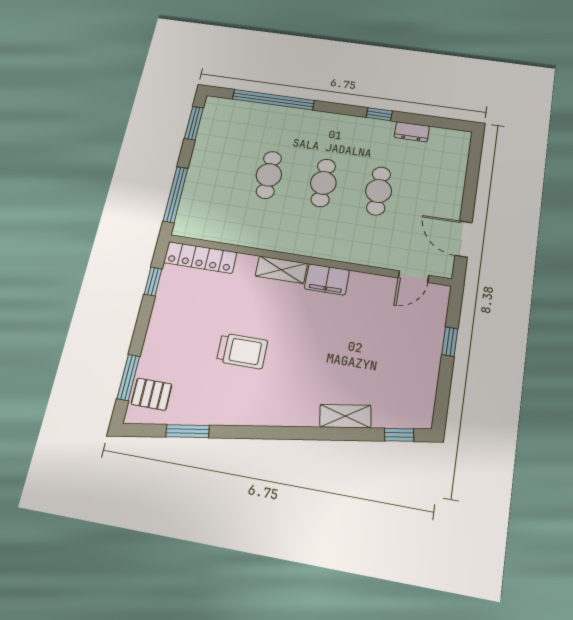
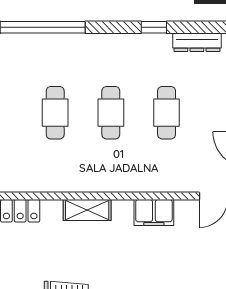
dresser: (412, 132) -> (197, 42), width x1.44
filing cabinet: (327, 279) -> (154, 212), moved

